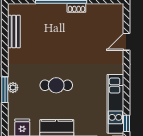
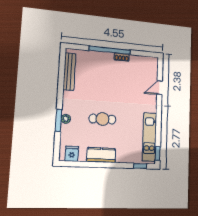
bench: (14, 31) -> (69, 72), width x1.36

